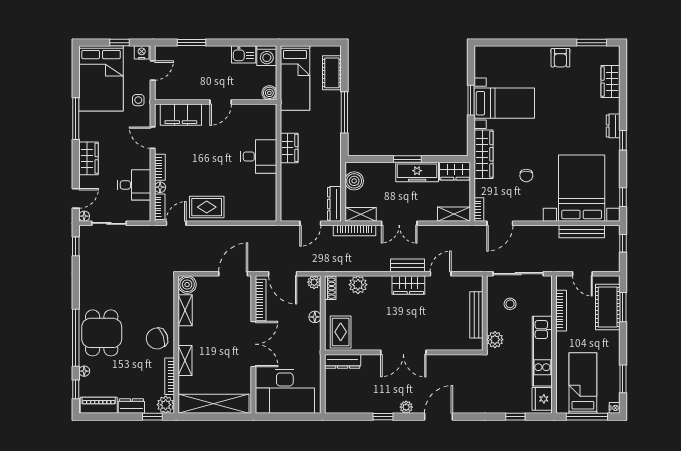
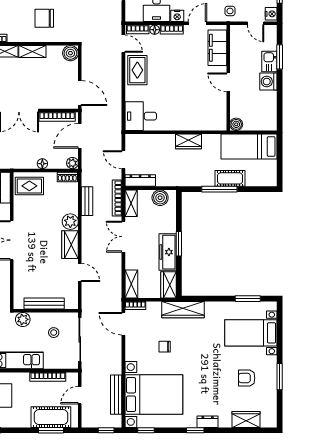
window: (592, 43) -> (280, 377), moved
kitchen sink: (244, 54) -> (269, 61), moved
washing machine: (267, 56) -> (268, 82), moved
armchair: (560, 58) -> (247, 378), moved
cot: (332, 73) -> (230, 178), moved
window: (471, 100) -> (248, 299), moved
bed with nightstands: (504, 103) -> (251, 333), moved, turned 90
desk: (259, 156) -> (141, 116), moved, turned 90
nightstand: (144, 161) -> (177, 16), added
bench: (407, 265) -> (87, 201), moved
plant: (358, 285) -> (70, 222), moved
shelving: (185, 310) -> (32, 51), moved
chair: (157, 338) -> (44, 18), moved, turned -70

